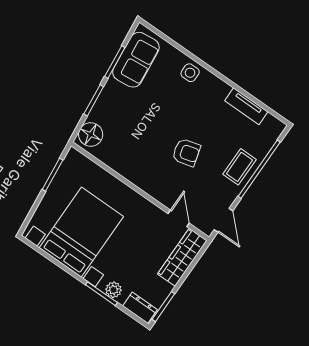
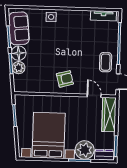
tv unit: (246, 106) -> (103, 16), moved
plant: (101, 113) -> (19, 68), added
floor lamp: (91, 134) -> (19, 53), moved
armchair: (186, 152) -> (65, 79), moved
coffee table: (239, 167) -> (106, 62), moved
plant: (113, 290) -> (85, 150), width x1.88, depth x1.88

